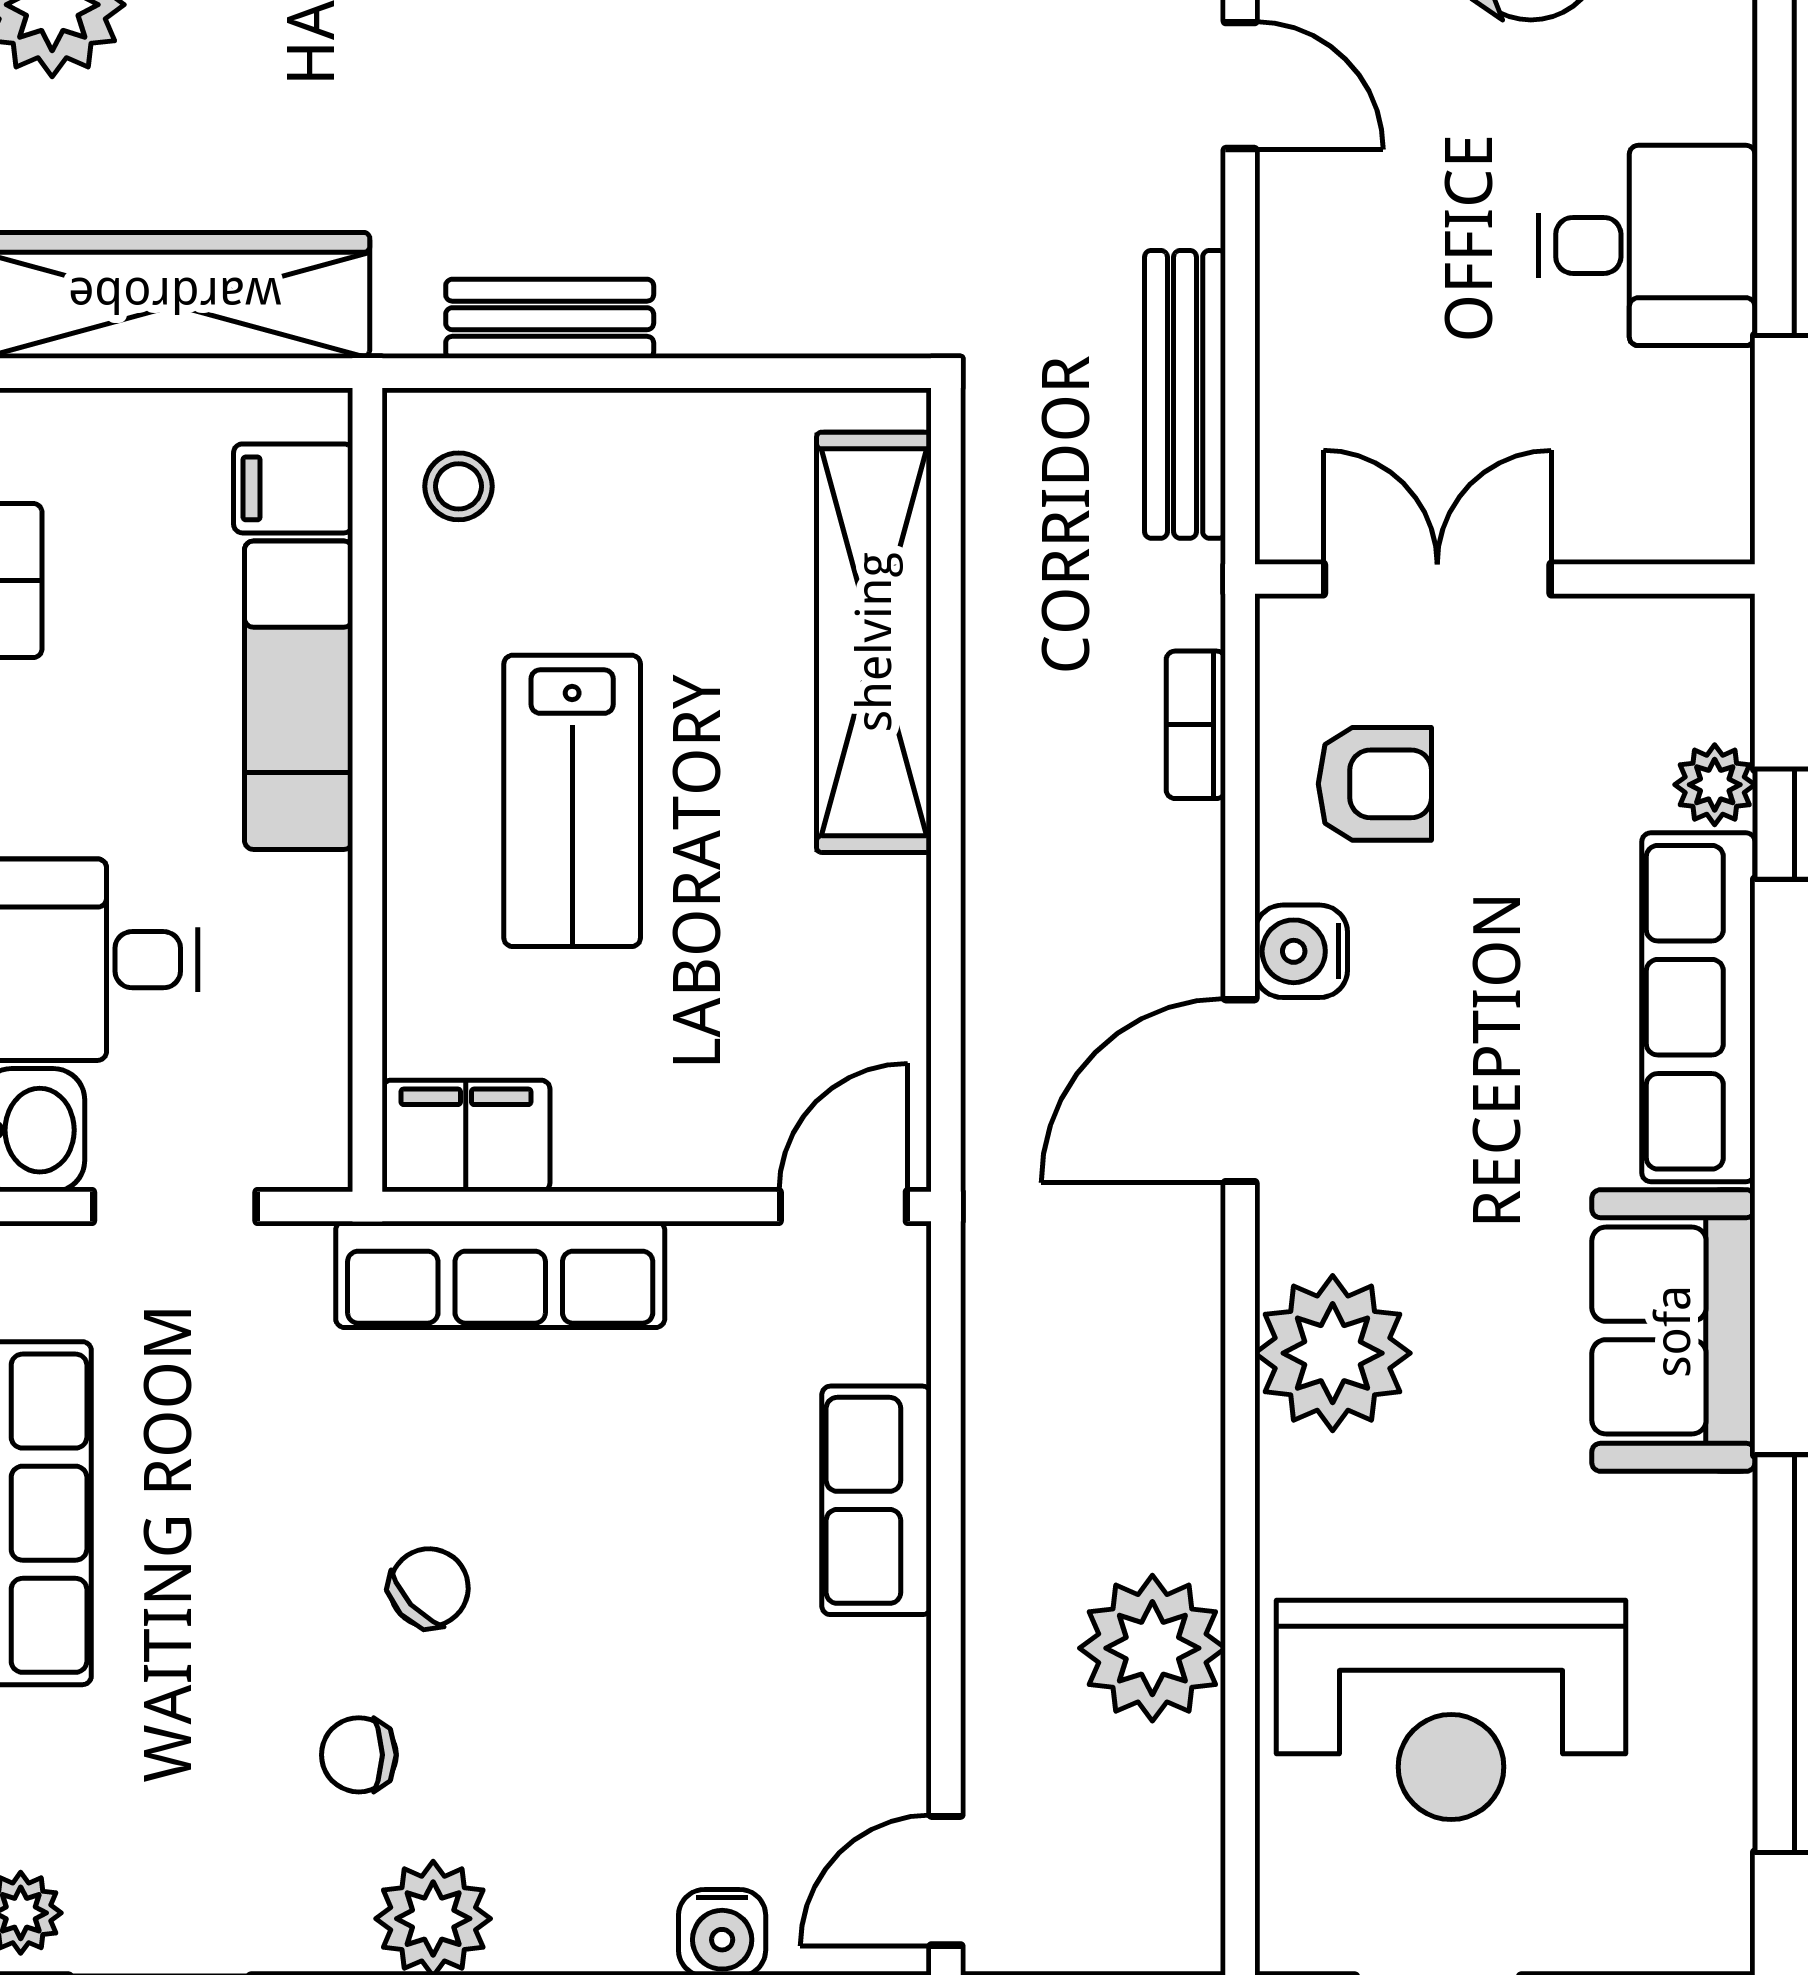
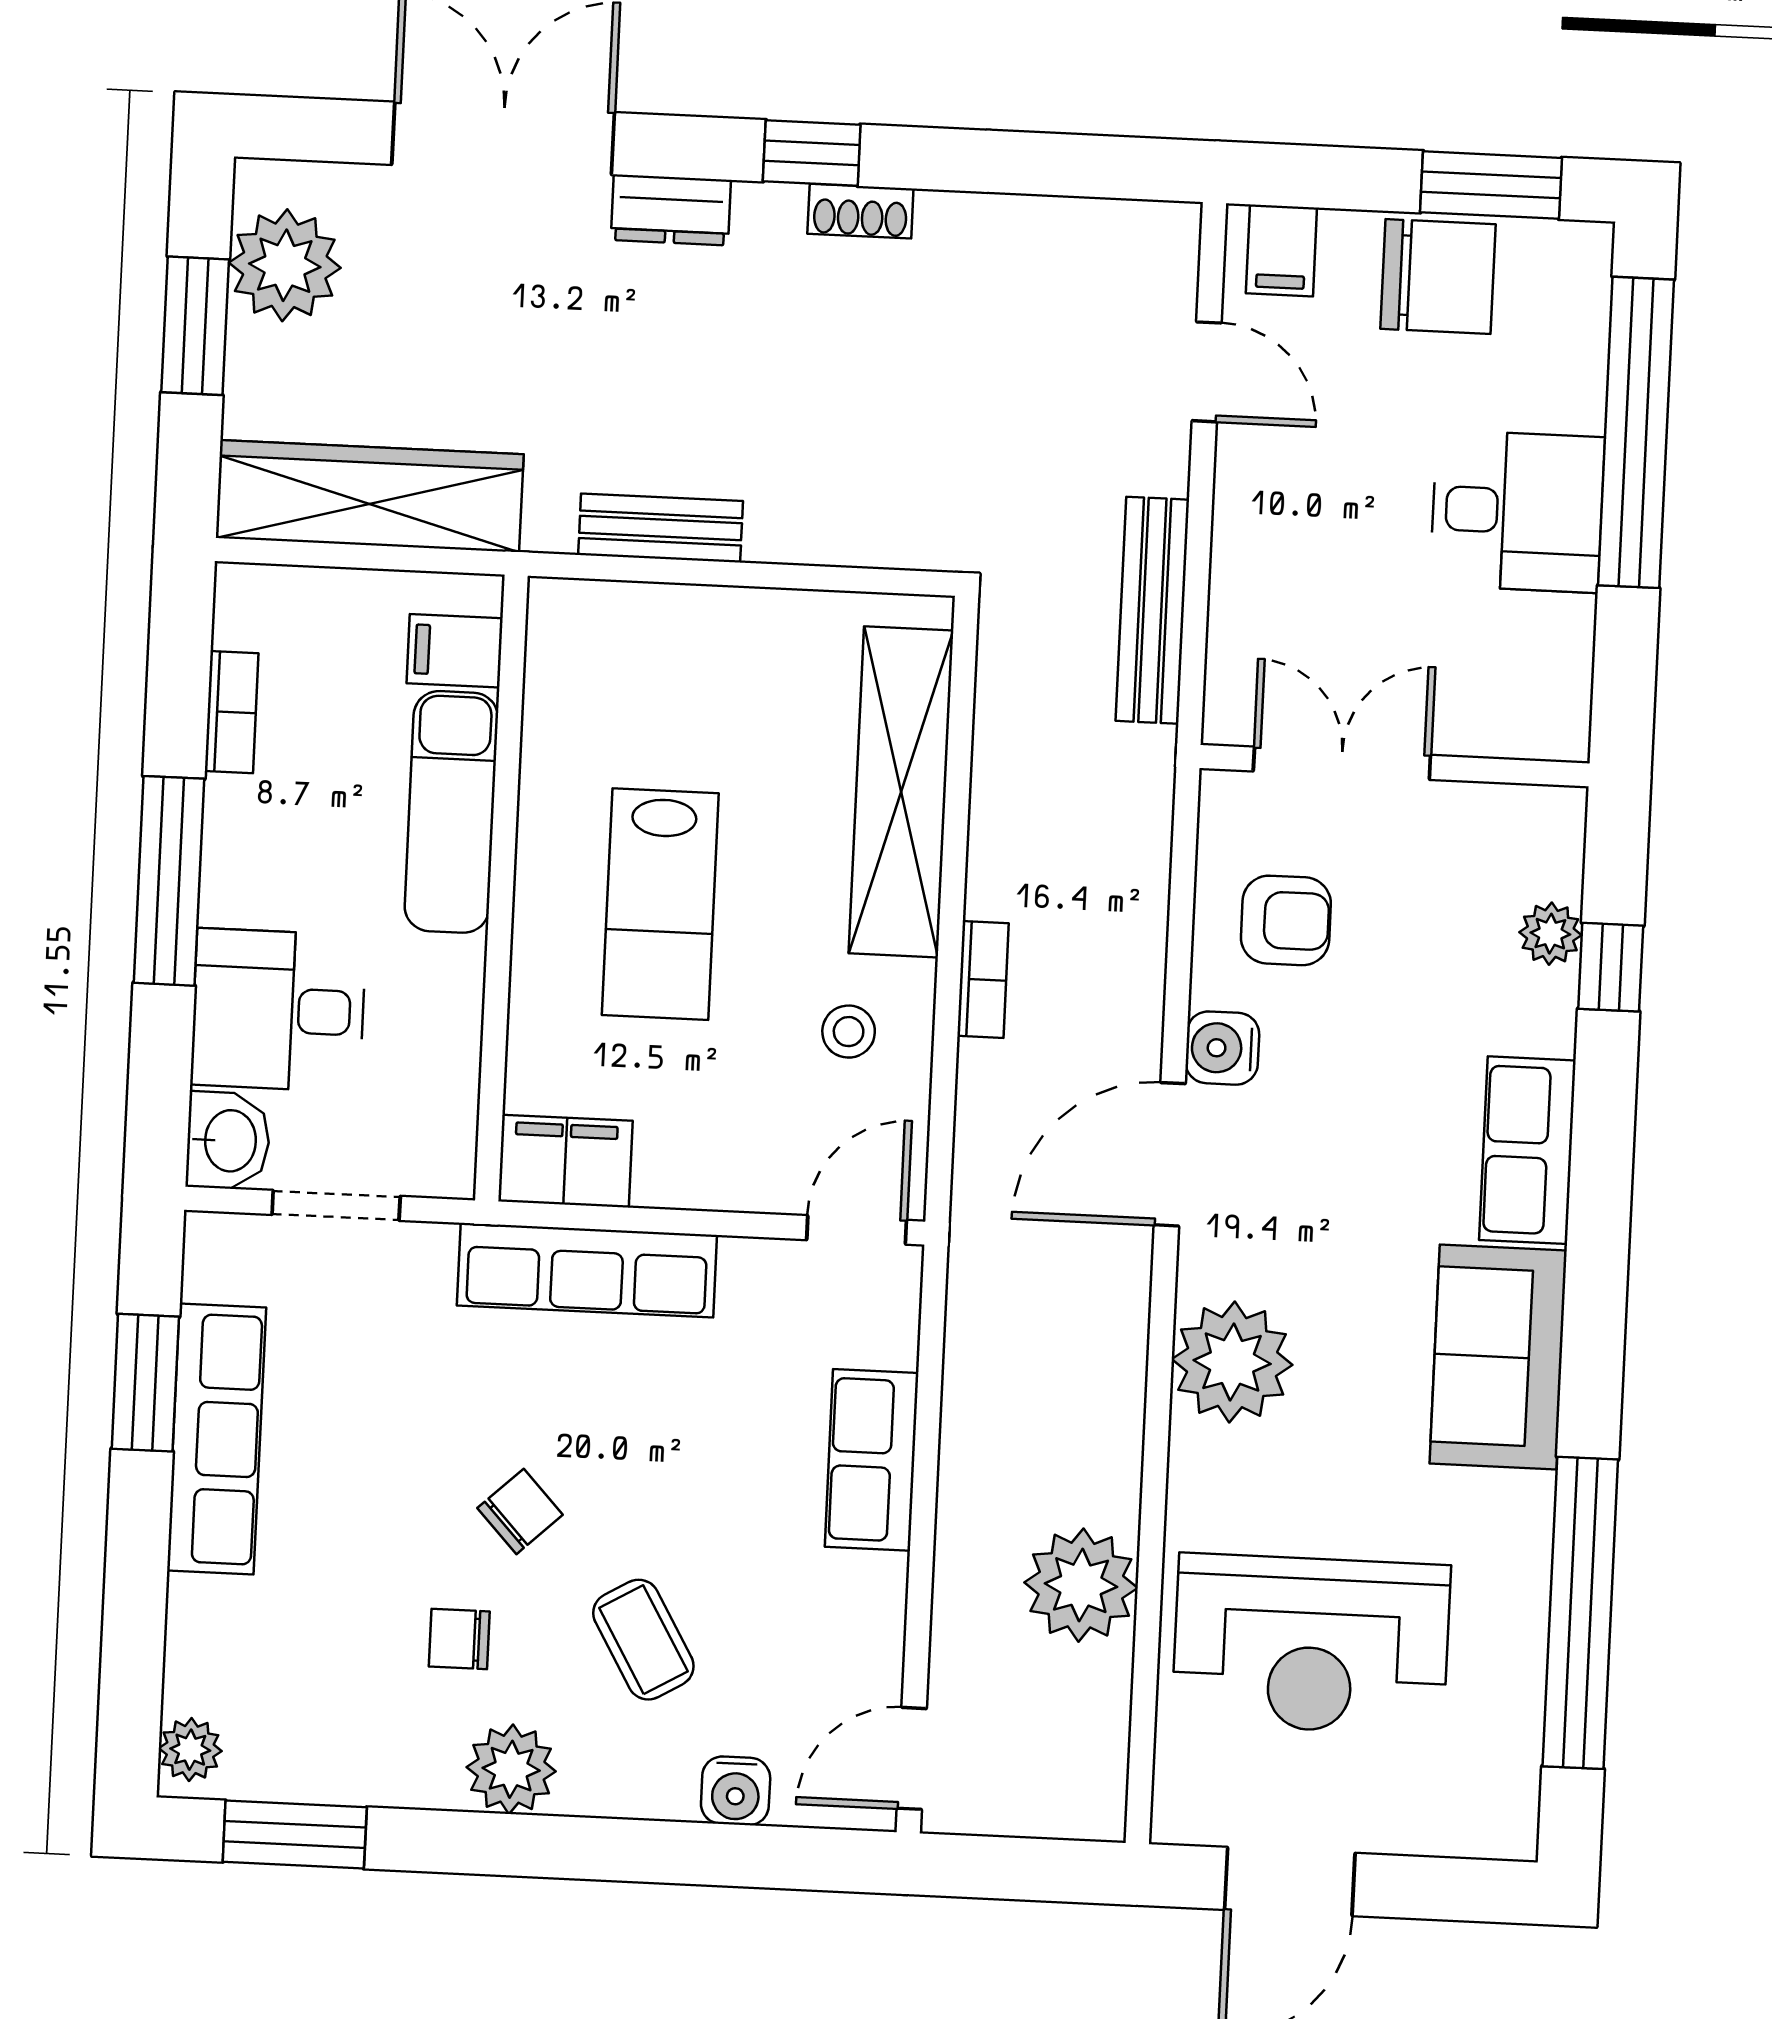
stool: (459, 486) -> (849, 1032), moved
bookcase: (1196, 725) -> (983, 980), moved, turned 180
row of seats: (1698, 1007) -> (1527, 1150), width x0.68
coffee table: (595, 1744) -> (643, 1640), added

